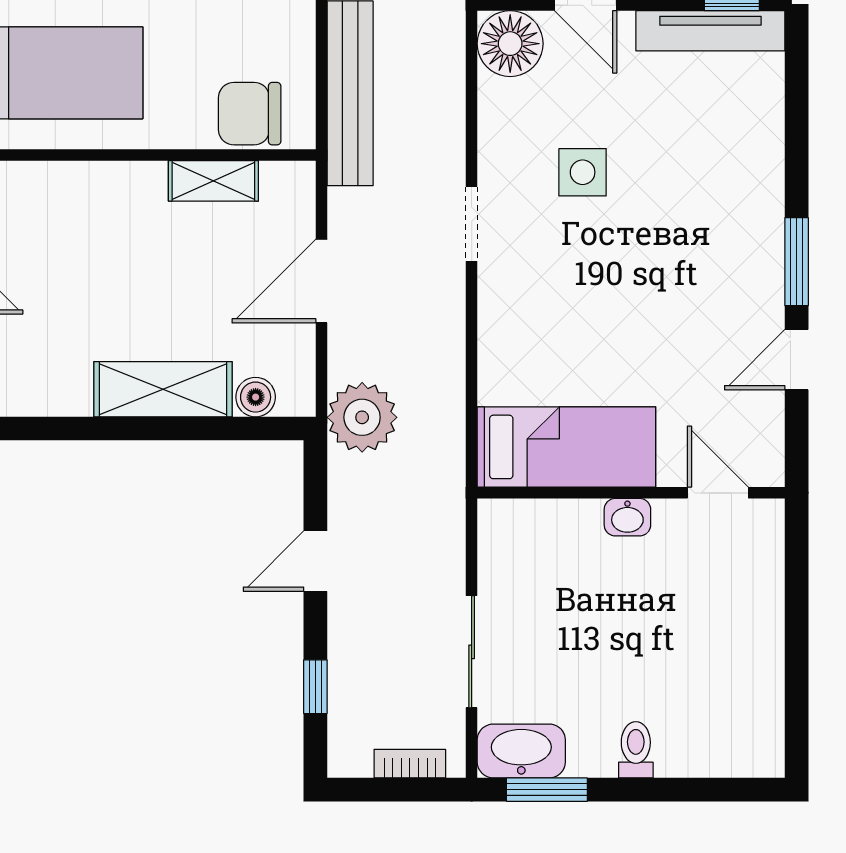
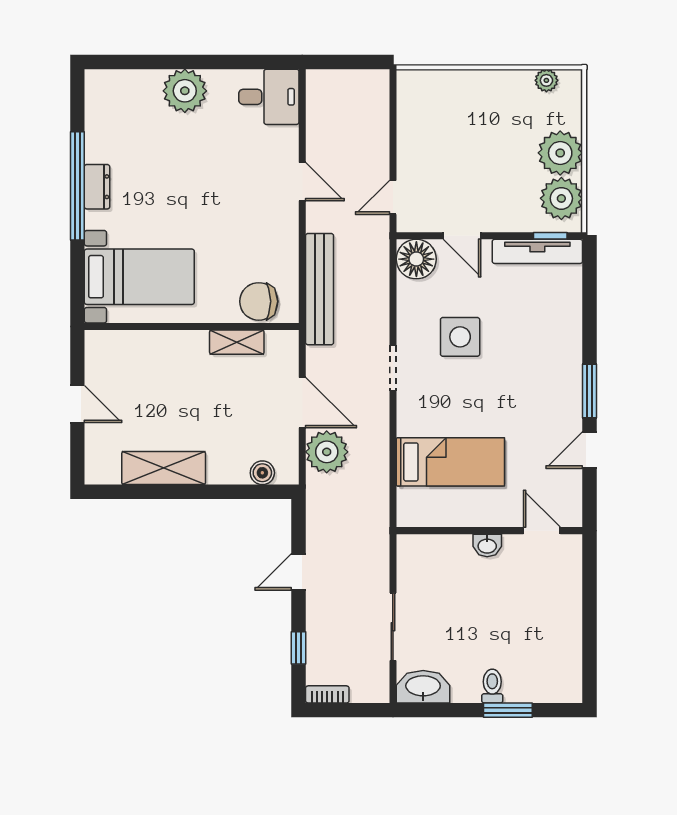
side table: (583, 172) -> (460, 337), width x1.37, depth x1.37
door: (321, 281) -> (302, 403), swing flipped
shelving: (163, 389) -> (164, 468), moved
plant: (362, 417) -> (327, 452), moved
bed: (566, 447) -> (450, 462), moved
bookcase: (410, 764) -> (327, 694), moved
window: (547, 790) -> (508, 710), moved

